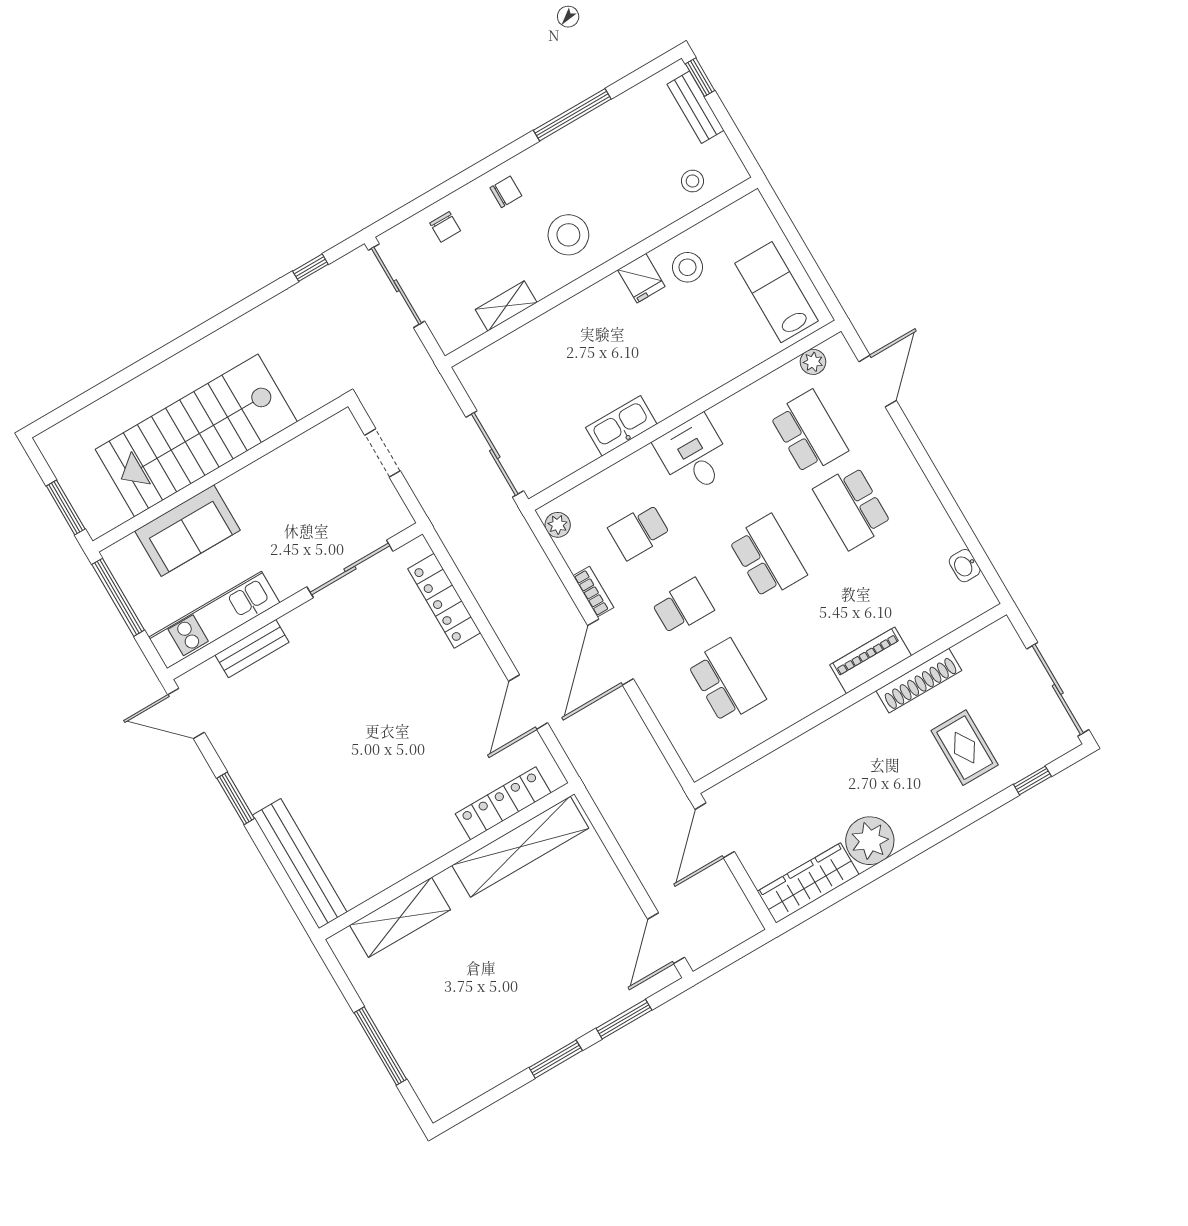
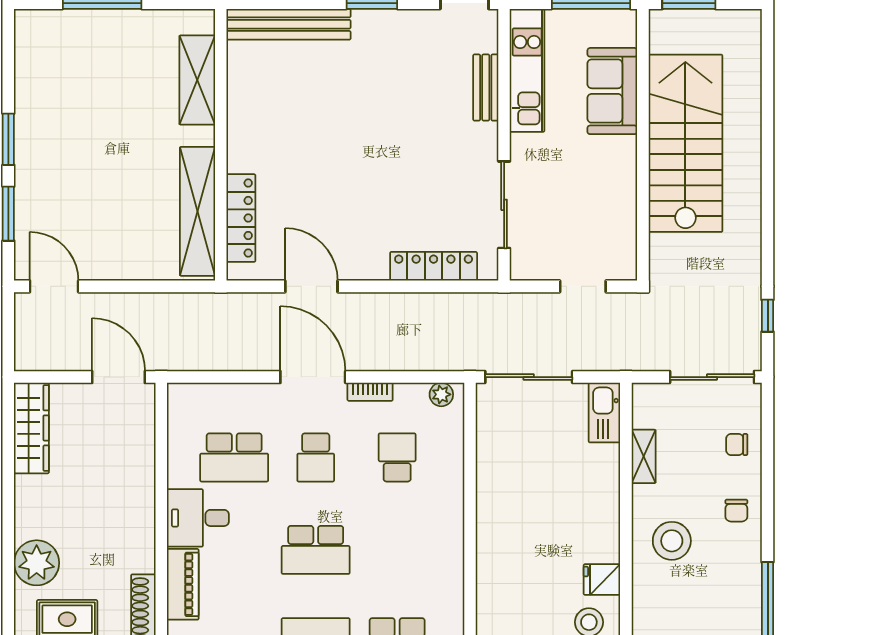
kitchen sink: (621, 426) -> (604, 413), moved, turned 180
desk: (694, 455) -> (198, 518), moved, turned 180
plant: (870, 841) -> (37, 563), moved

